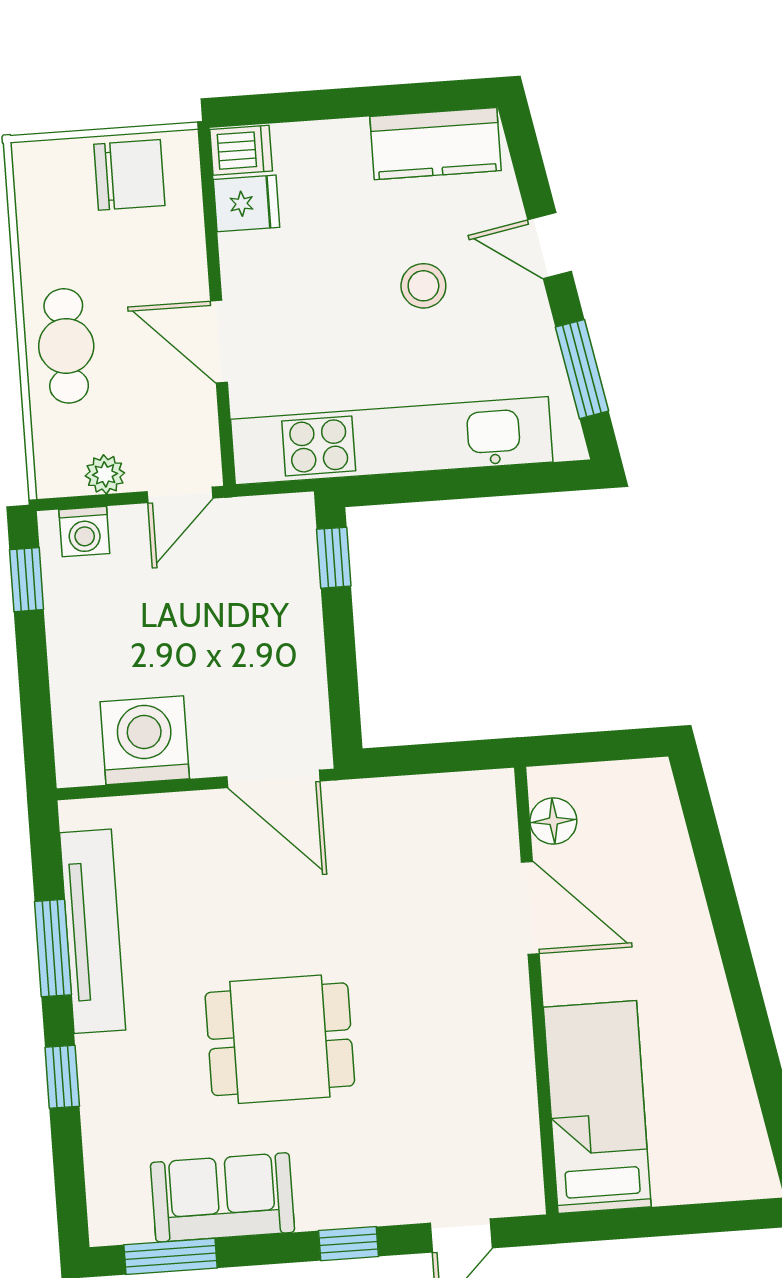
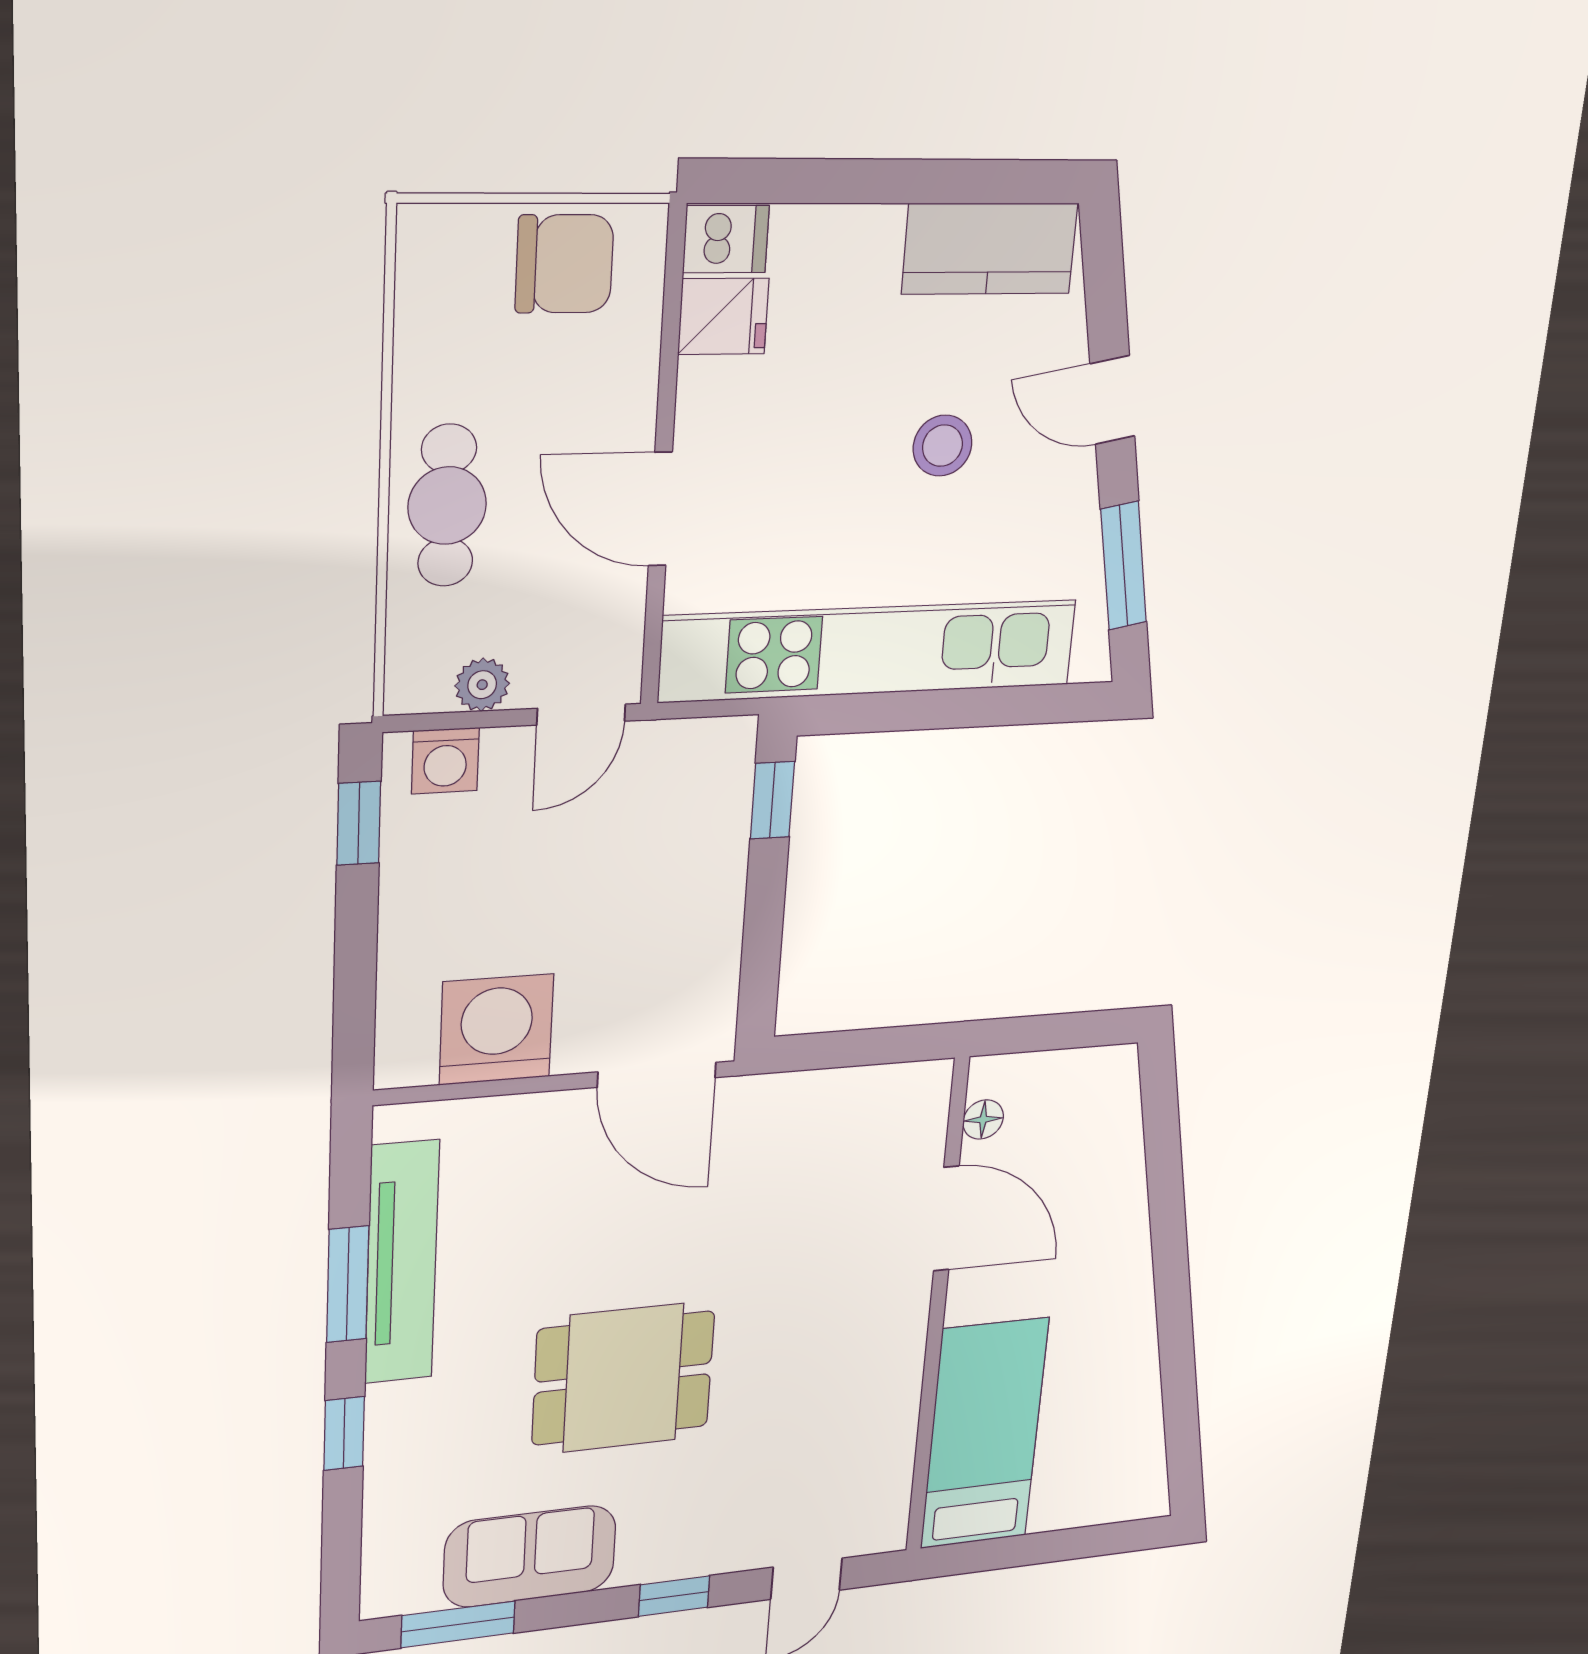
floor lamp: (553, 821) -> (983, 1120), width x0.73, depth x0.73

